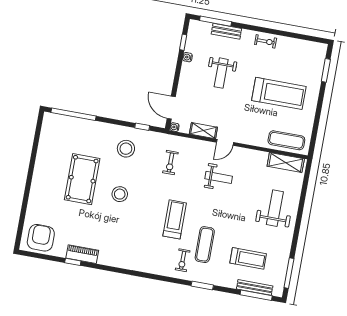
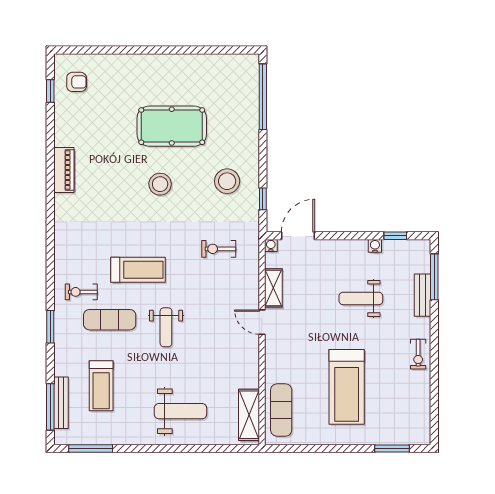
weight bench: (219, 177) -> (166, 327), moved
armchair: (41, 238) -> (77, 82), width x0.53, depth x0.53
piano: (82, 254) -> (64, 170), moved
window: (73, 262) -> (50, 91), moved

